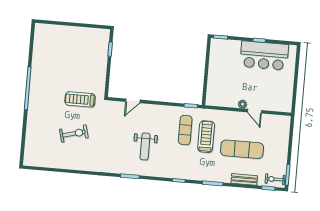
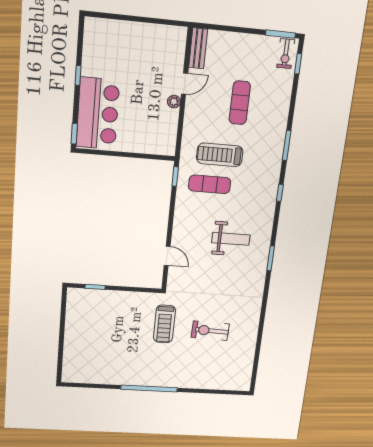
bar counter: (264, 56) -> (98, 114), moved
exercise bike: (74, 134) -> (210, 331), turned -73
exercise mat: (242, 149) -> (240, 103), width x0.73, depth x0.69
bench: (244, 179) -> (198, 48), moved

